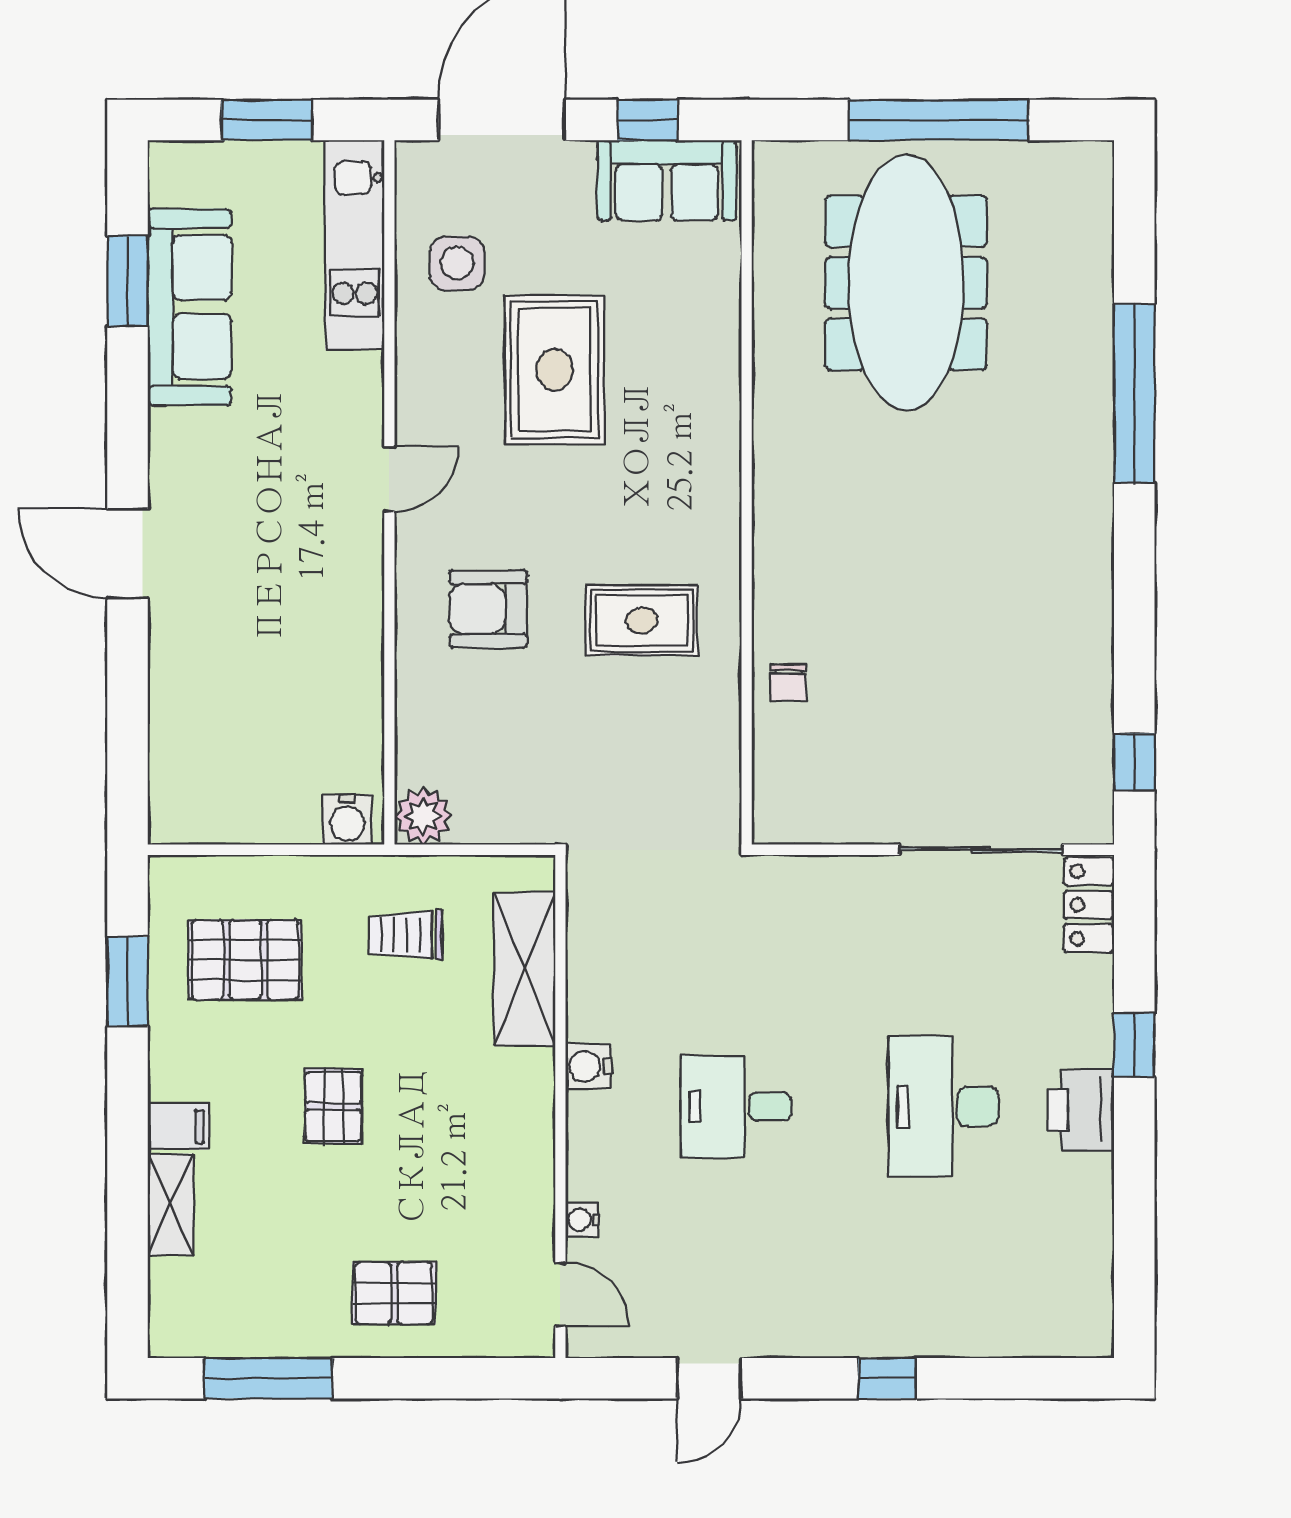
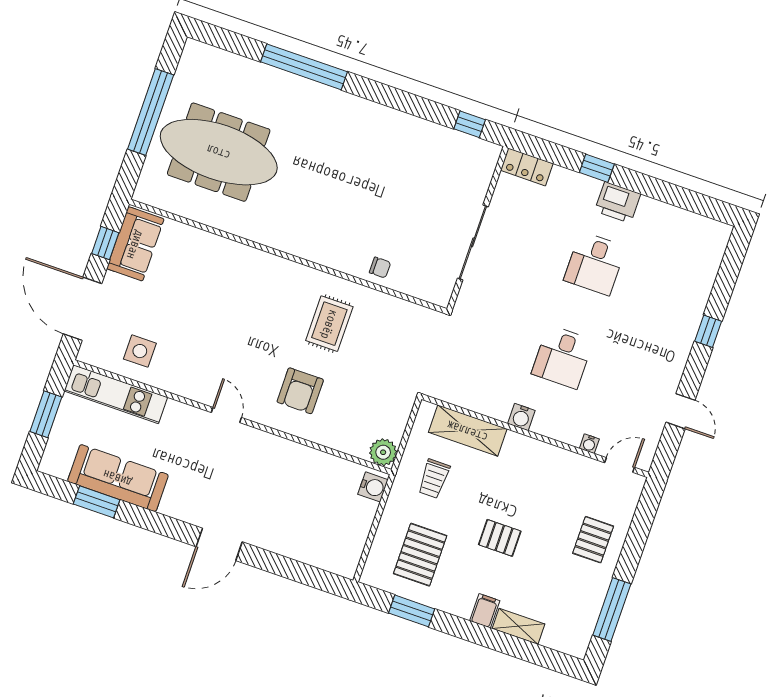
rug: (554, 370) -> (203, 324), removed
sliding door: (981, 850) -> (473, 242), moved
desk: (944, 1106) -> (595, 263), width x0.73

